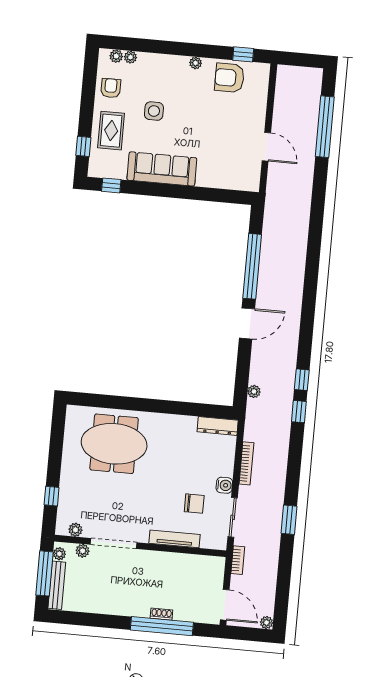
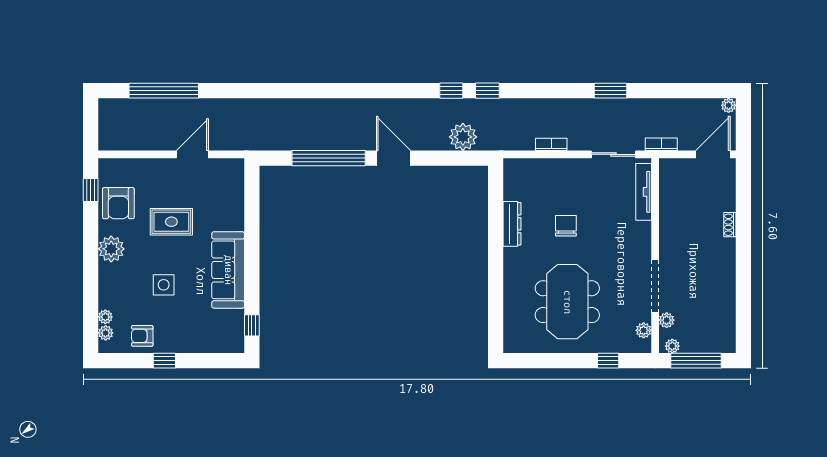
plant: (196, 63) -> (111, 249), width x1.88, depth x1.88
rug: (111, 131) -> (171, 222), moved
window: (83, 146) -> (164, 361), moved
plant: (254, 391) -> (463, 137), width x1.87, depth x1.87
dresser: (218, 426) -> (512, 224), moved
meeting table: (114, 444) -> (567, 302), moved
bookcase: (246, 463) -> (551, 144), width x0.64
water cooler: (224, 485) -> (578, 167), removed
chair: (194, 504) -> (566, 226), moved
tv unit: (175, 539) -> (644, 192), moved
bench: (57, 585) -> (708, 346), removed
window: (162, 626) -> (743, 223), removed

